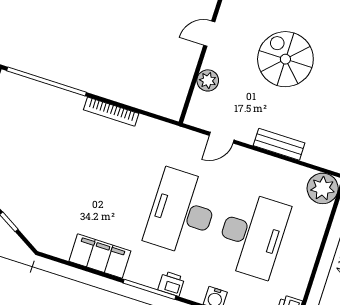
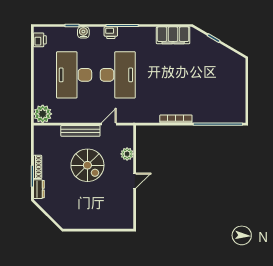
spiral stairs: (285, 59) -> (87, 165), moved
bench: (279, 144) -> (80, 131), width x1.36
filing cabinet: (100, 256) -> (173, 35), moved

